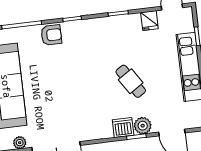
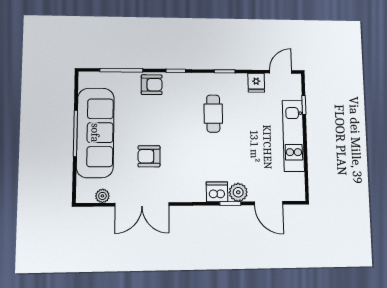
cafe table: (131, 81) -> (213, 114), moved, turned 33
armchair: (57, 102) -> (149, 156), added

